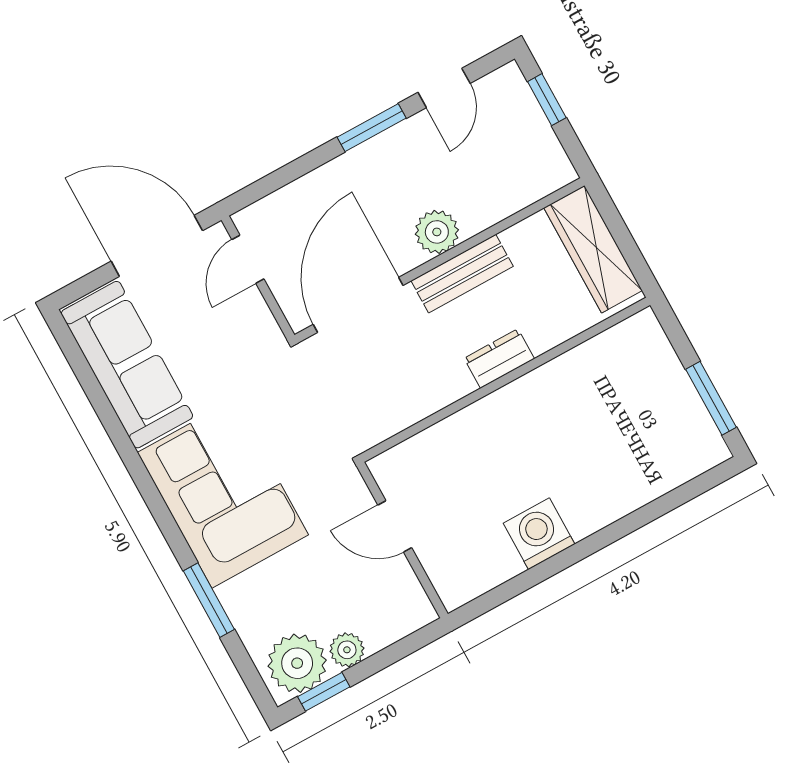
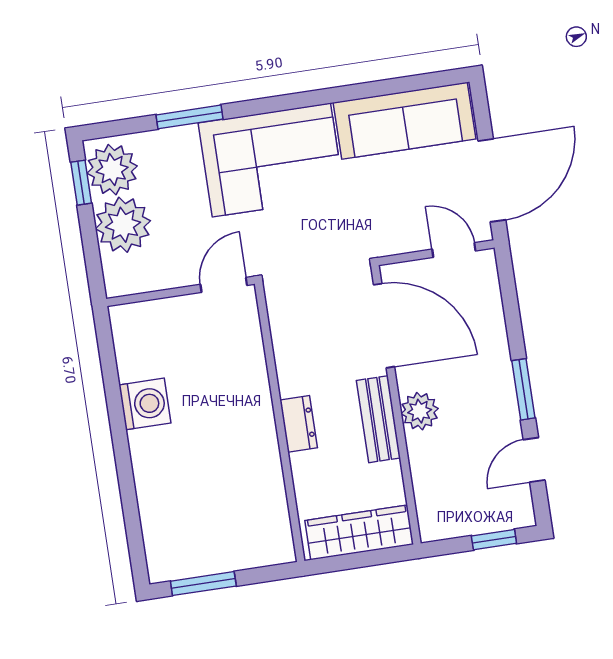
door: (444, 88) -> (534, 460), hinge flipped
door: (395, 526) -> (224, 285), moved
plant: (347, 650) -> (123, 225), width x1.87, depth x1.87

